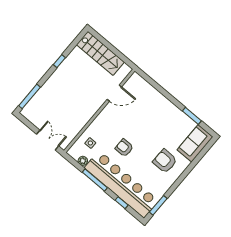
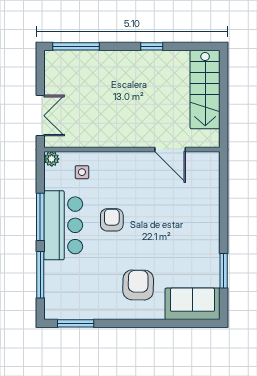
plant: (83, 161) -> (52, 159), moved
bar counter: (122, 184) -> (63, 225), width x0.54
window: (122, 203) -> (40, 275), width x2.17

